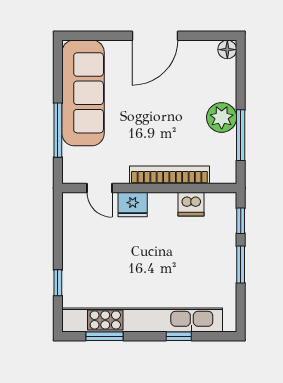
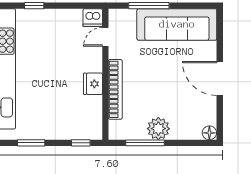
fridge: (133, 204) -> (93, 84), moved
dishwasher: (191, 204) -> (93, 18), moved, turned -90
window: (241, 265) -> (31, 143), moved

